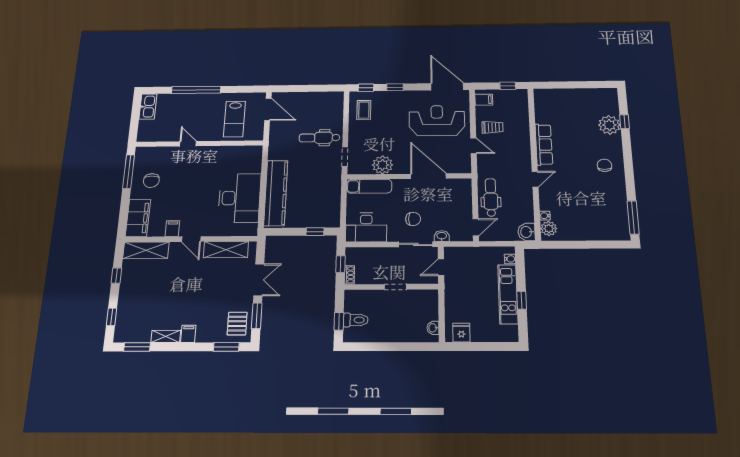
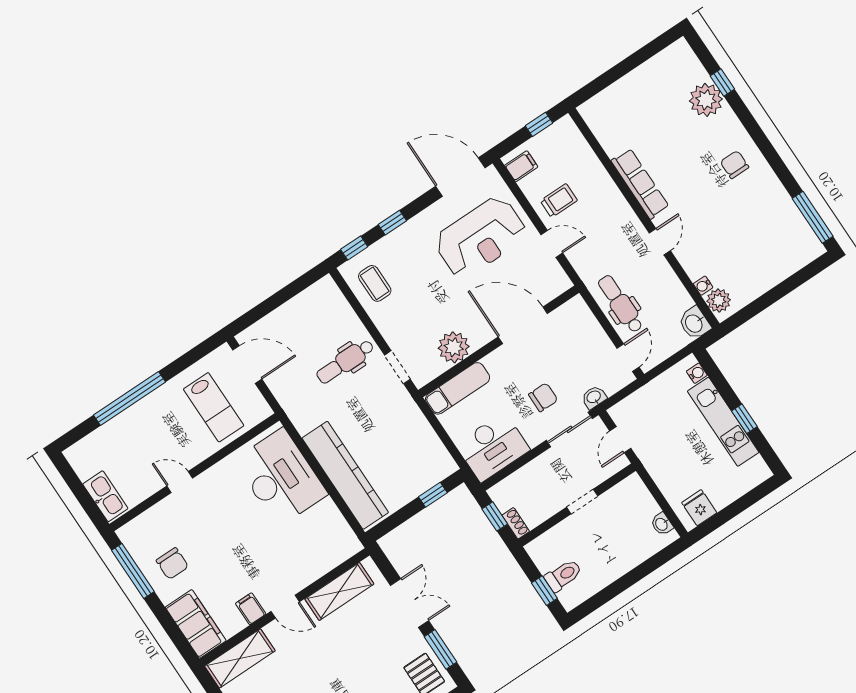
kitchen sink: (148, 107) -> (105, 496), moved
reception desk: (437, 121) -> (481, 237), turned 180
desk: (239, 198) -> (281, 477), moved

